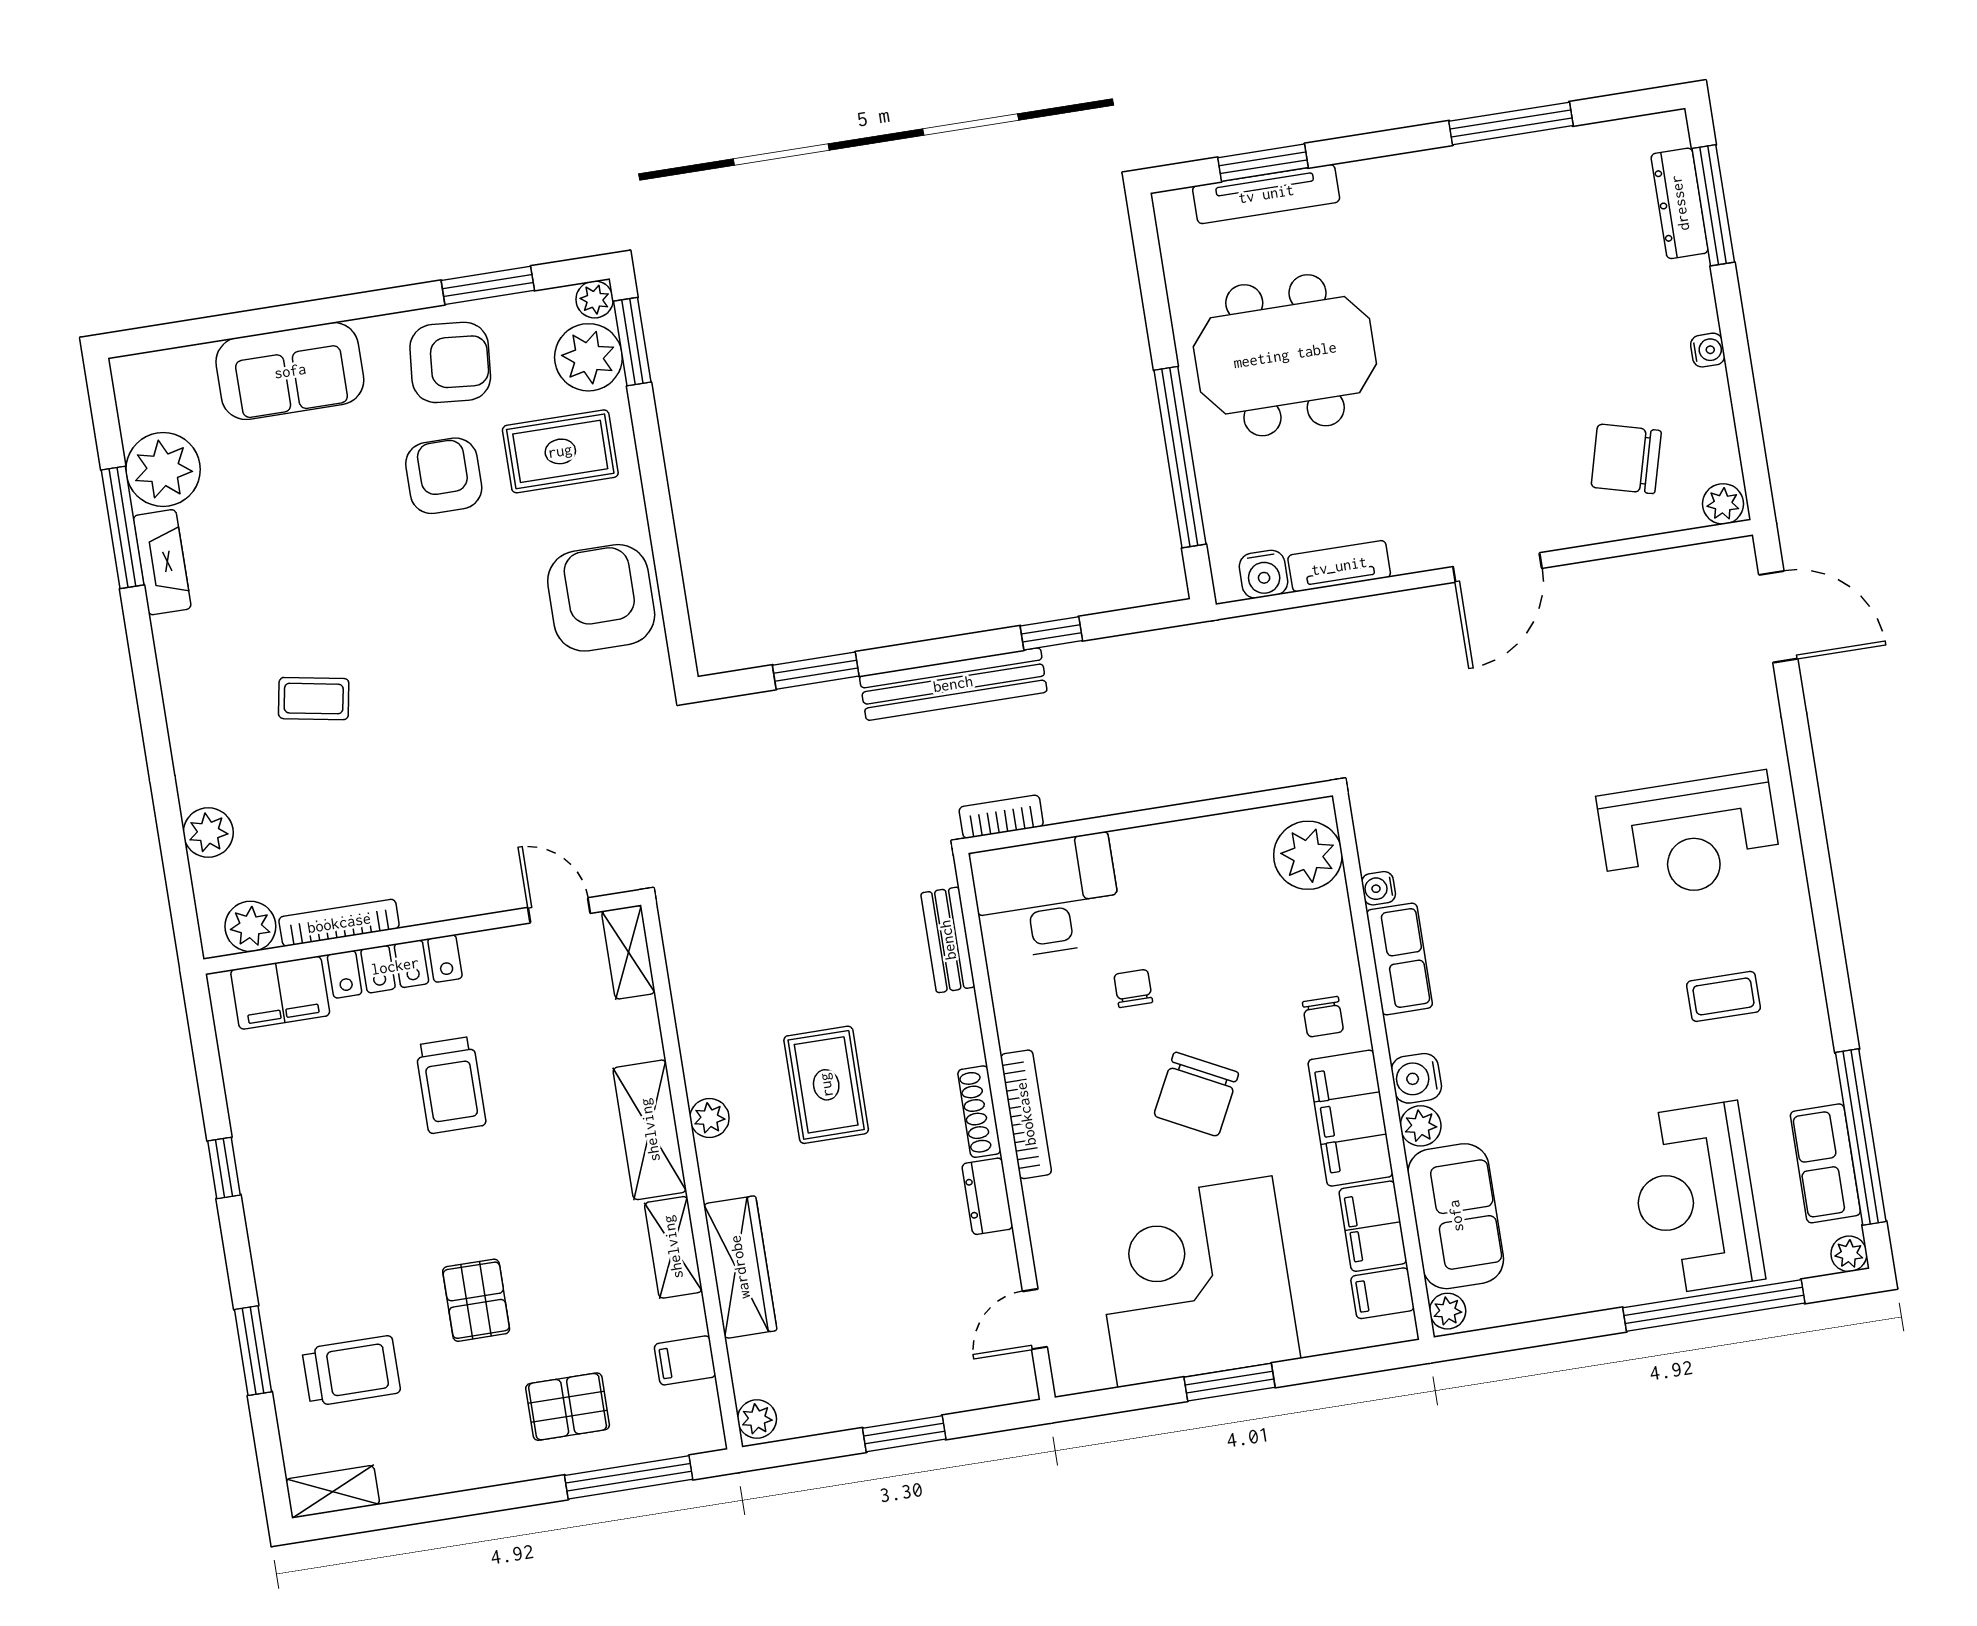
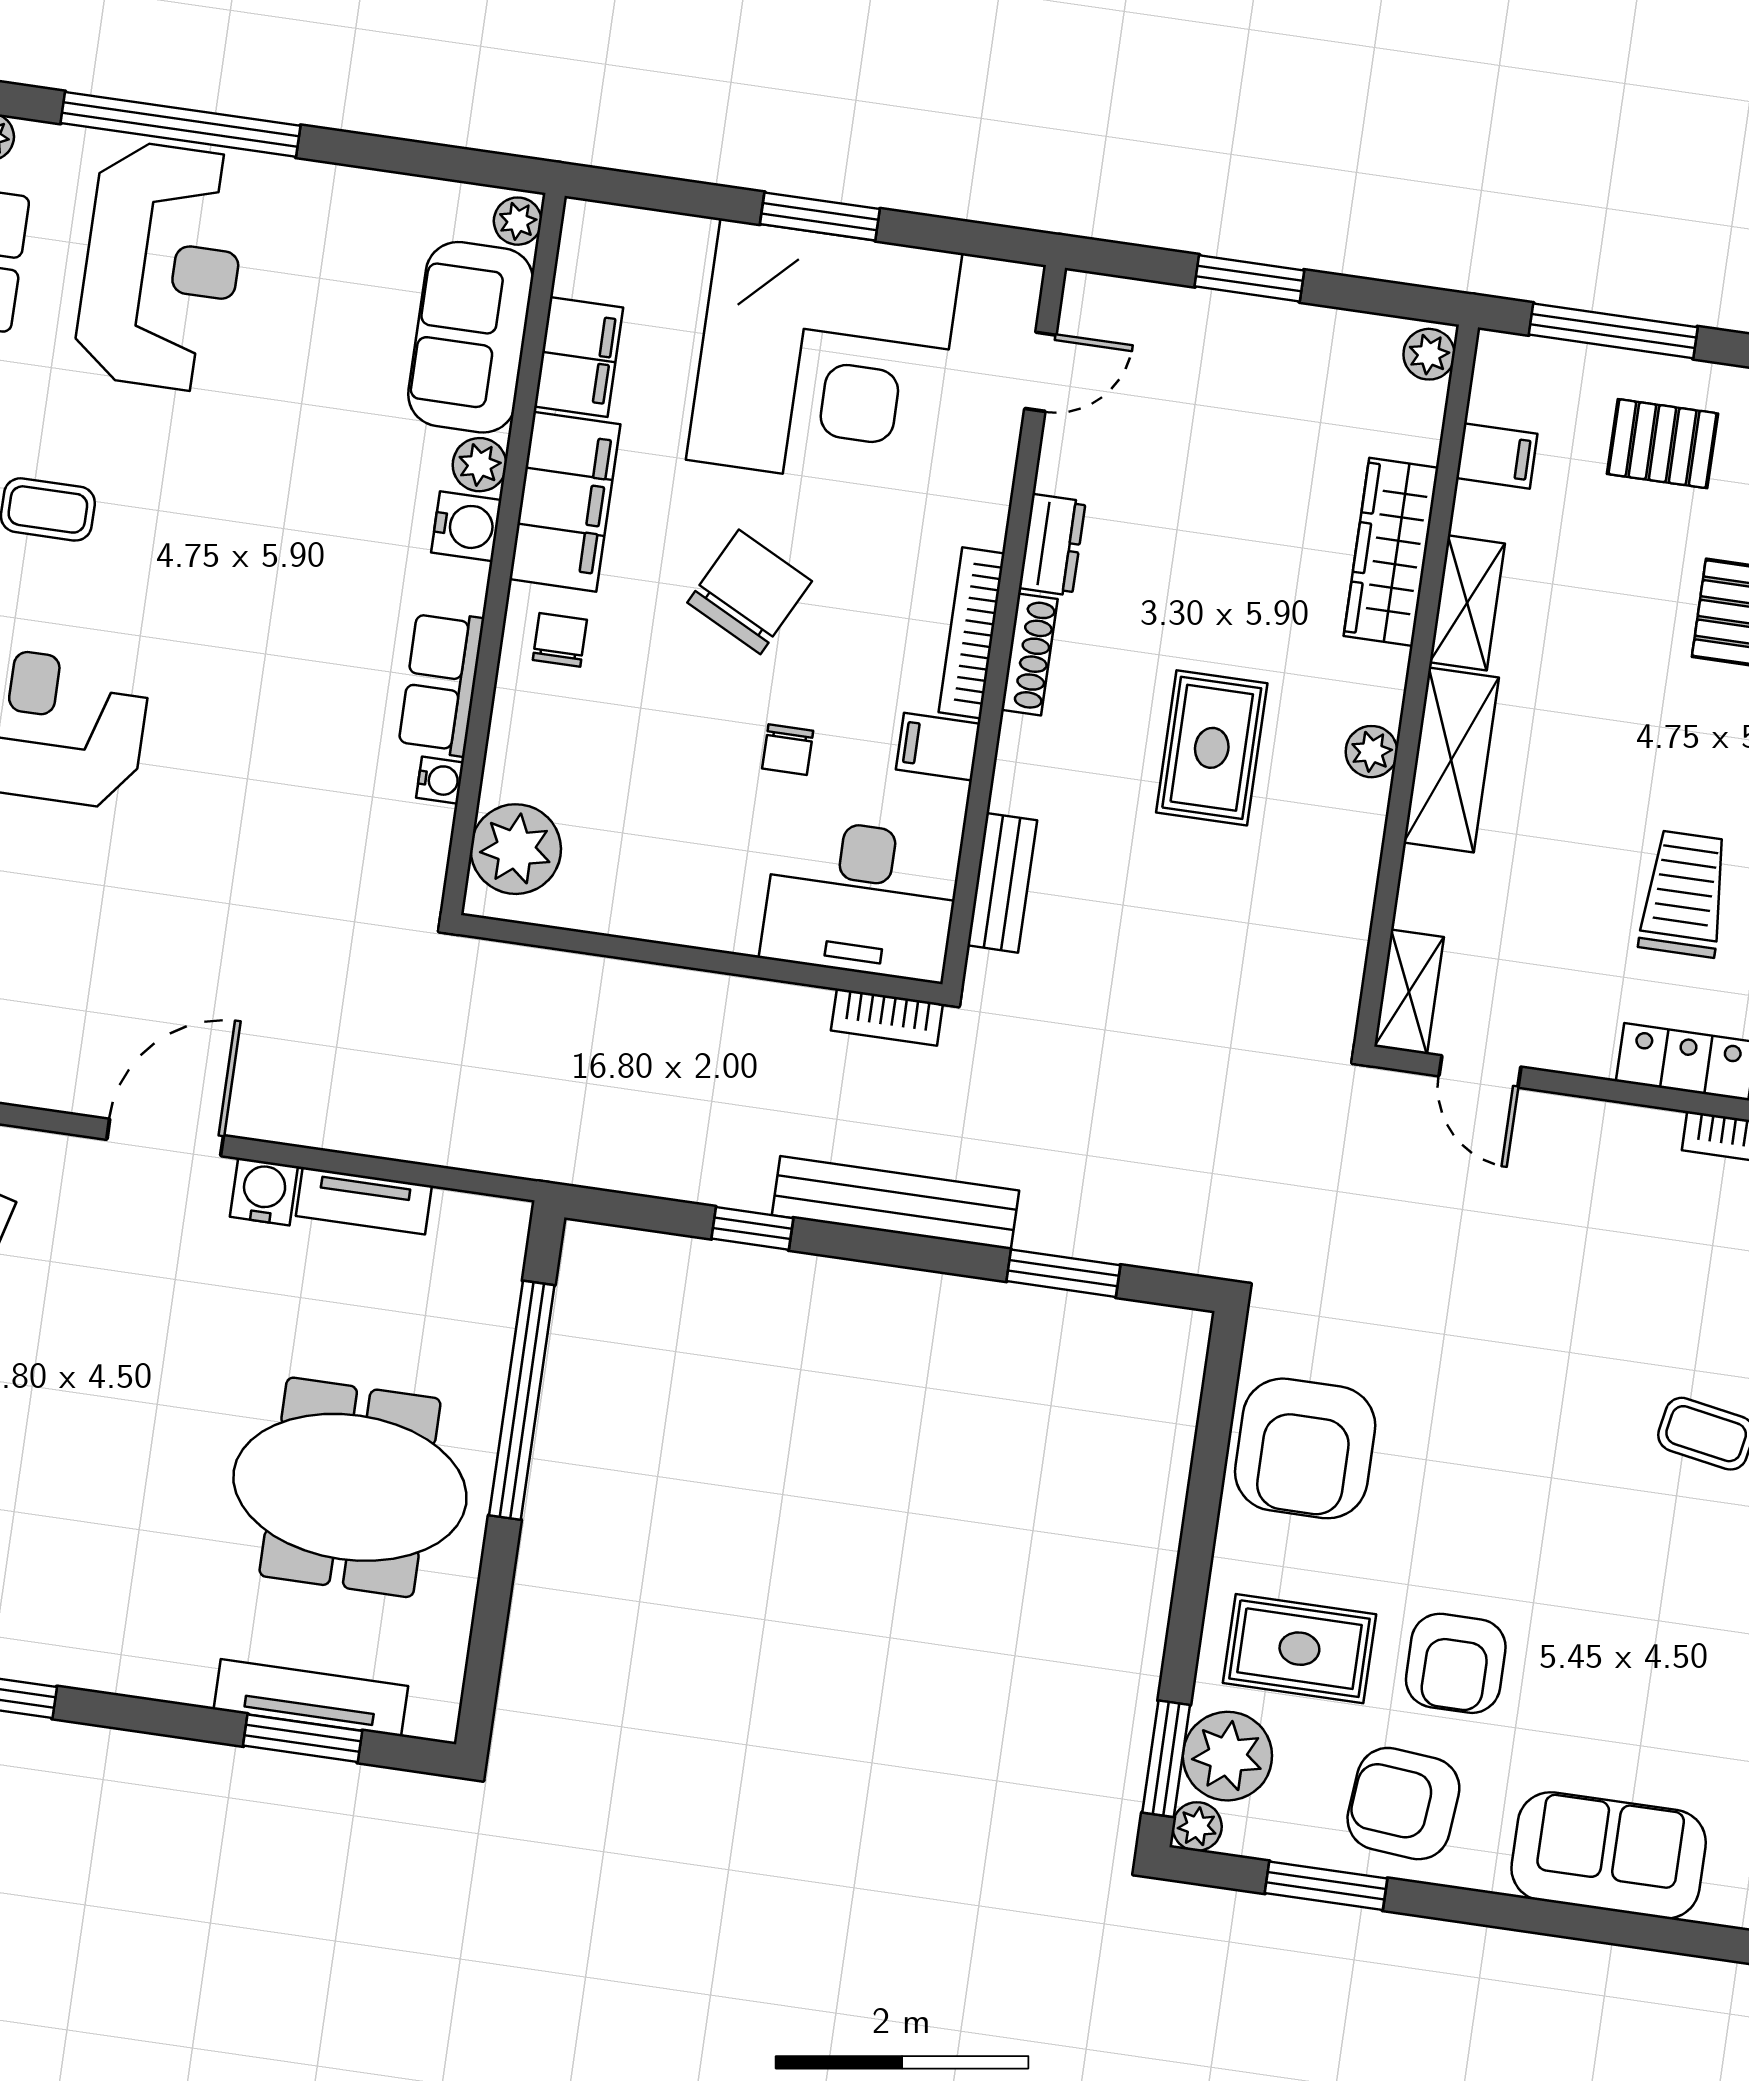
water cooler: (1263, 574) -> (264, 1192), moved
filing cabinet: (1382, 1293) -> (938, 747), moved, turned 180

